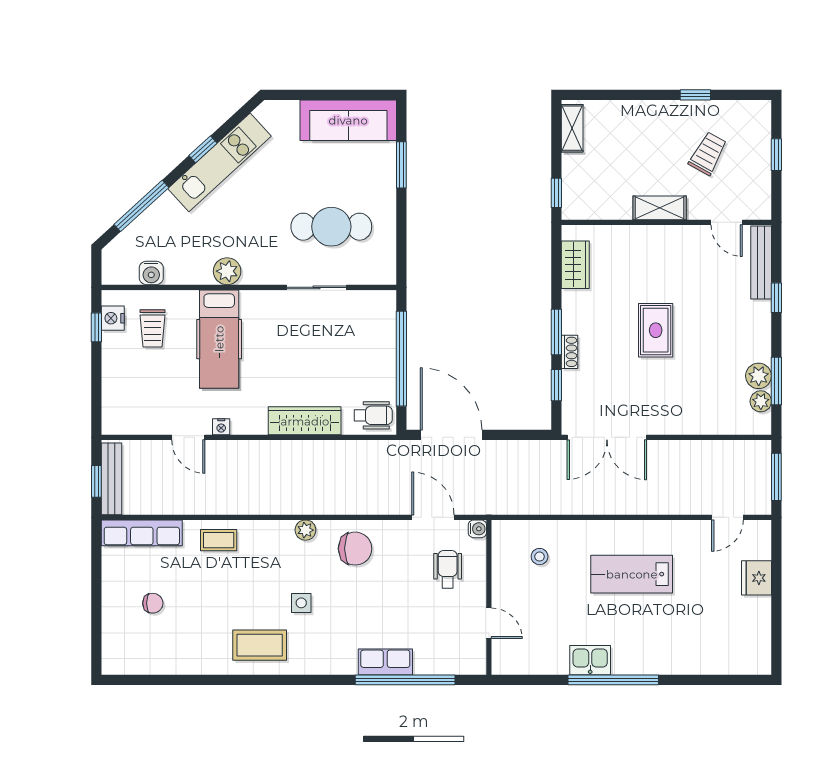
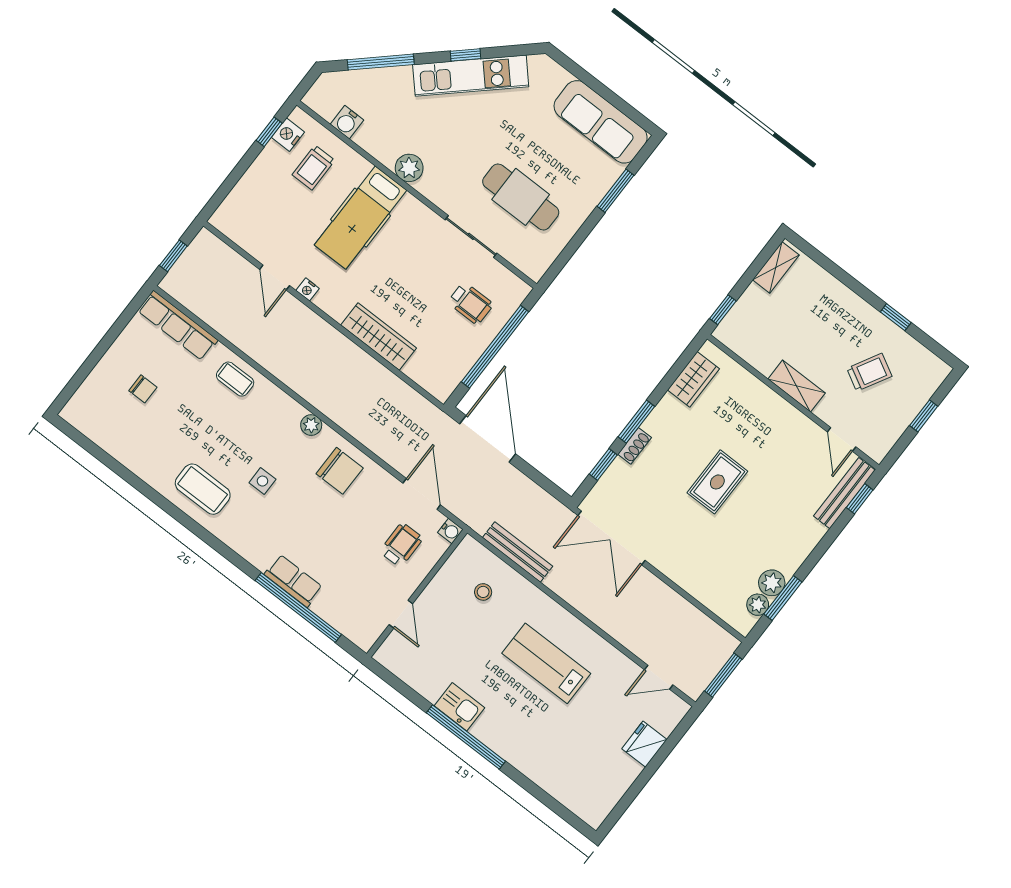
window: (776, 298) -> (860, 499), moved
wheelchair: (373, 415) -> (471, 303), moved
bench: (112, 479) -> (518, 552), moved, turned 90

